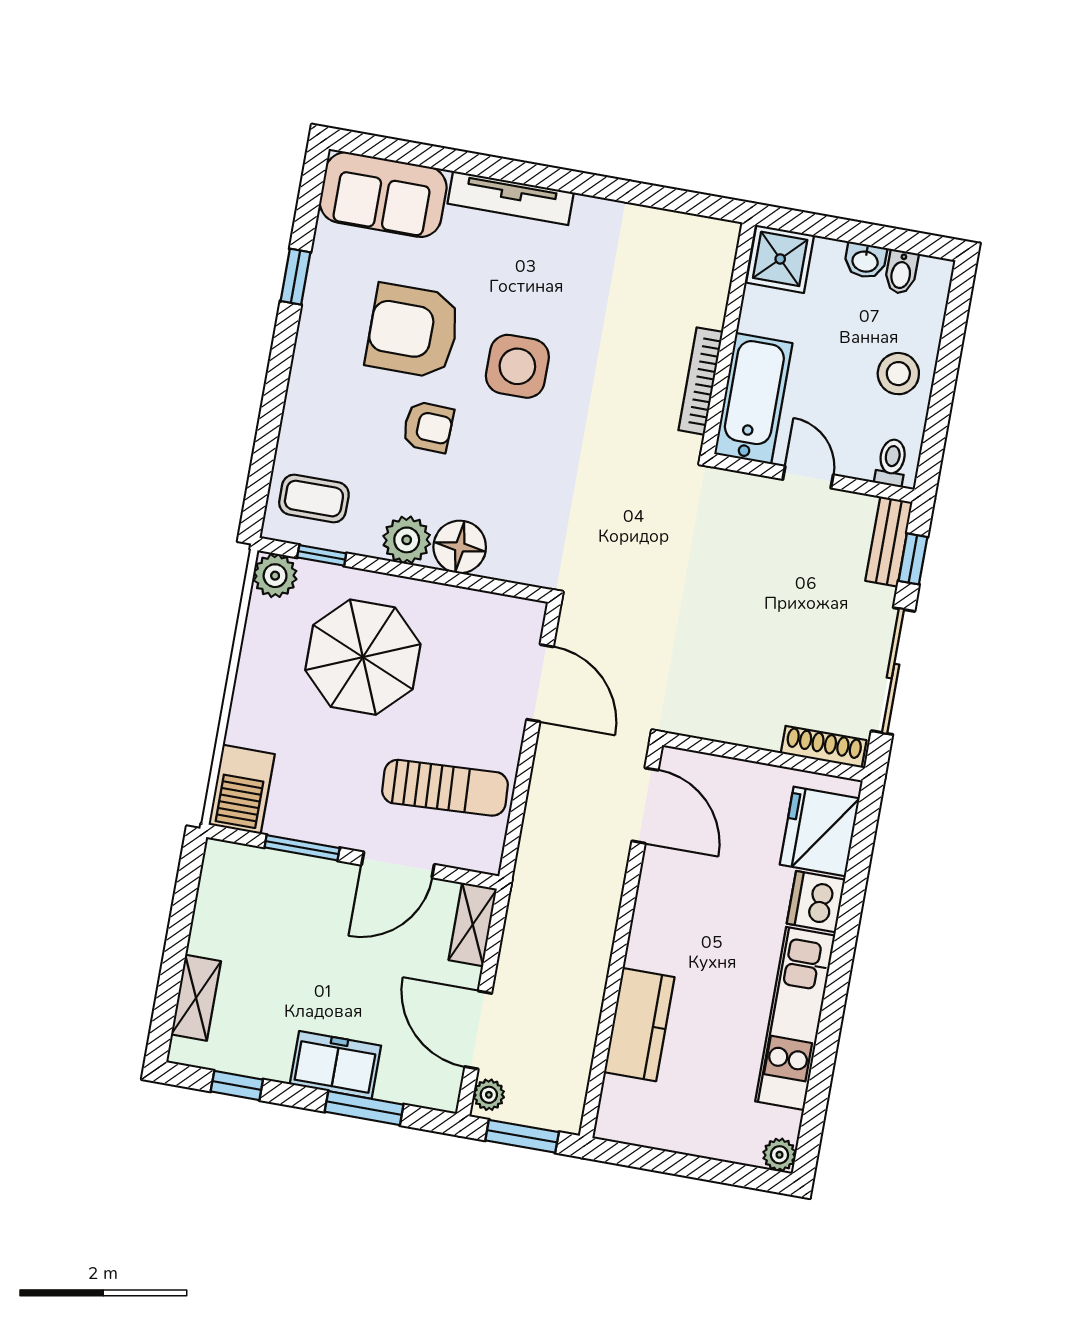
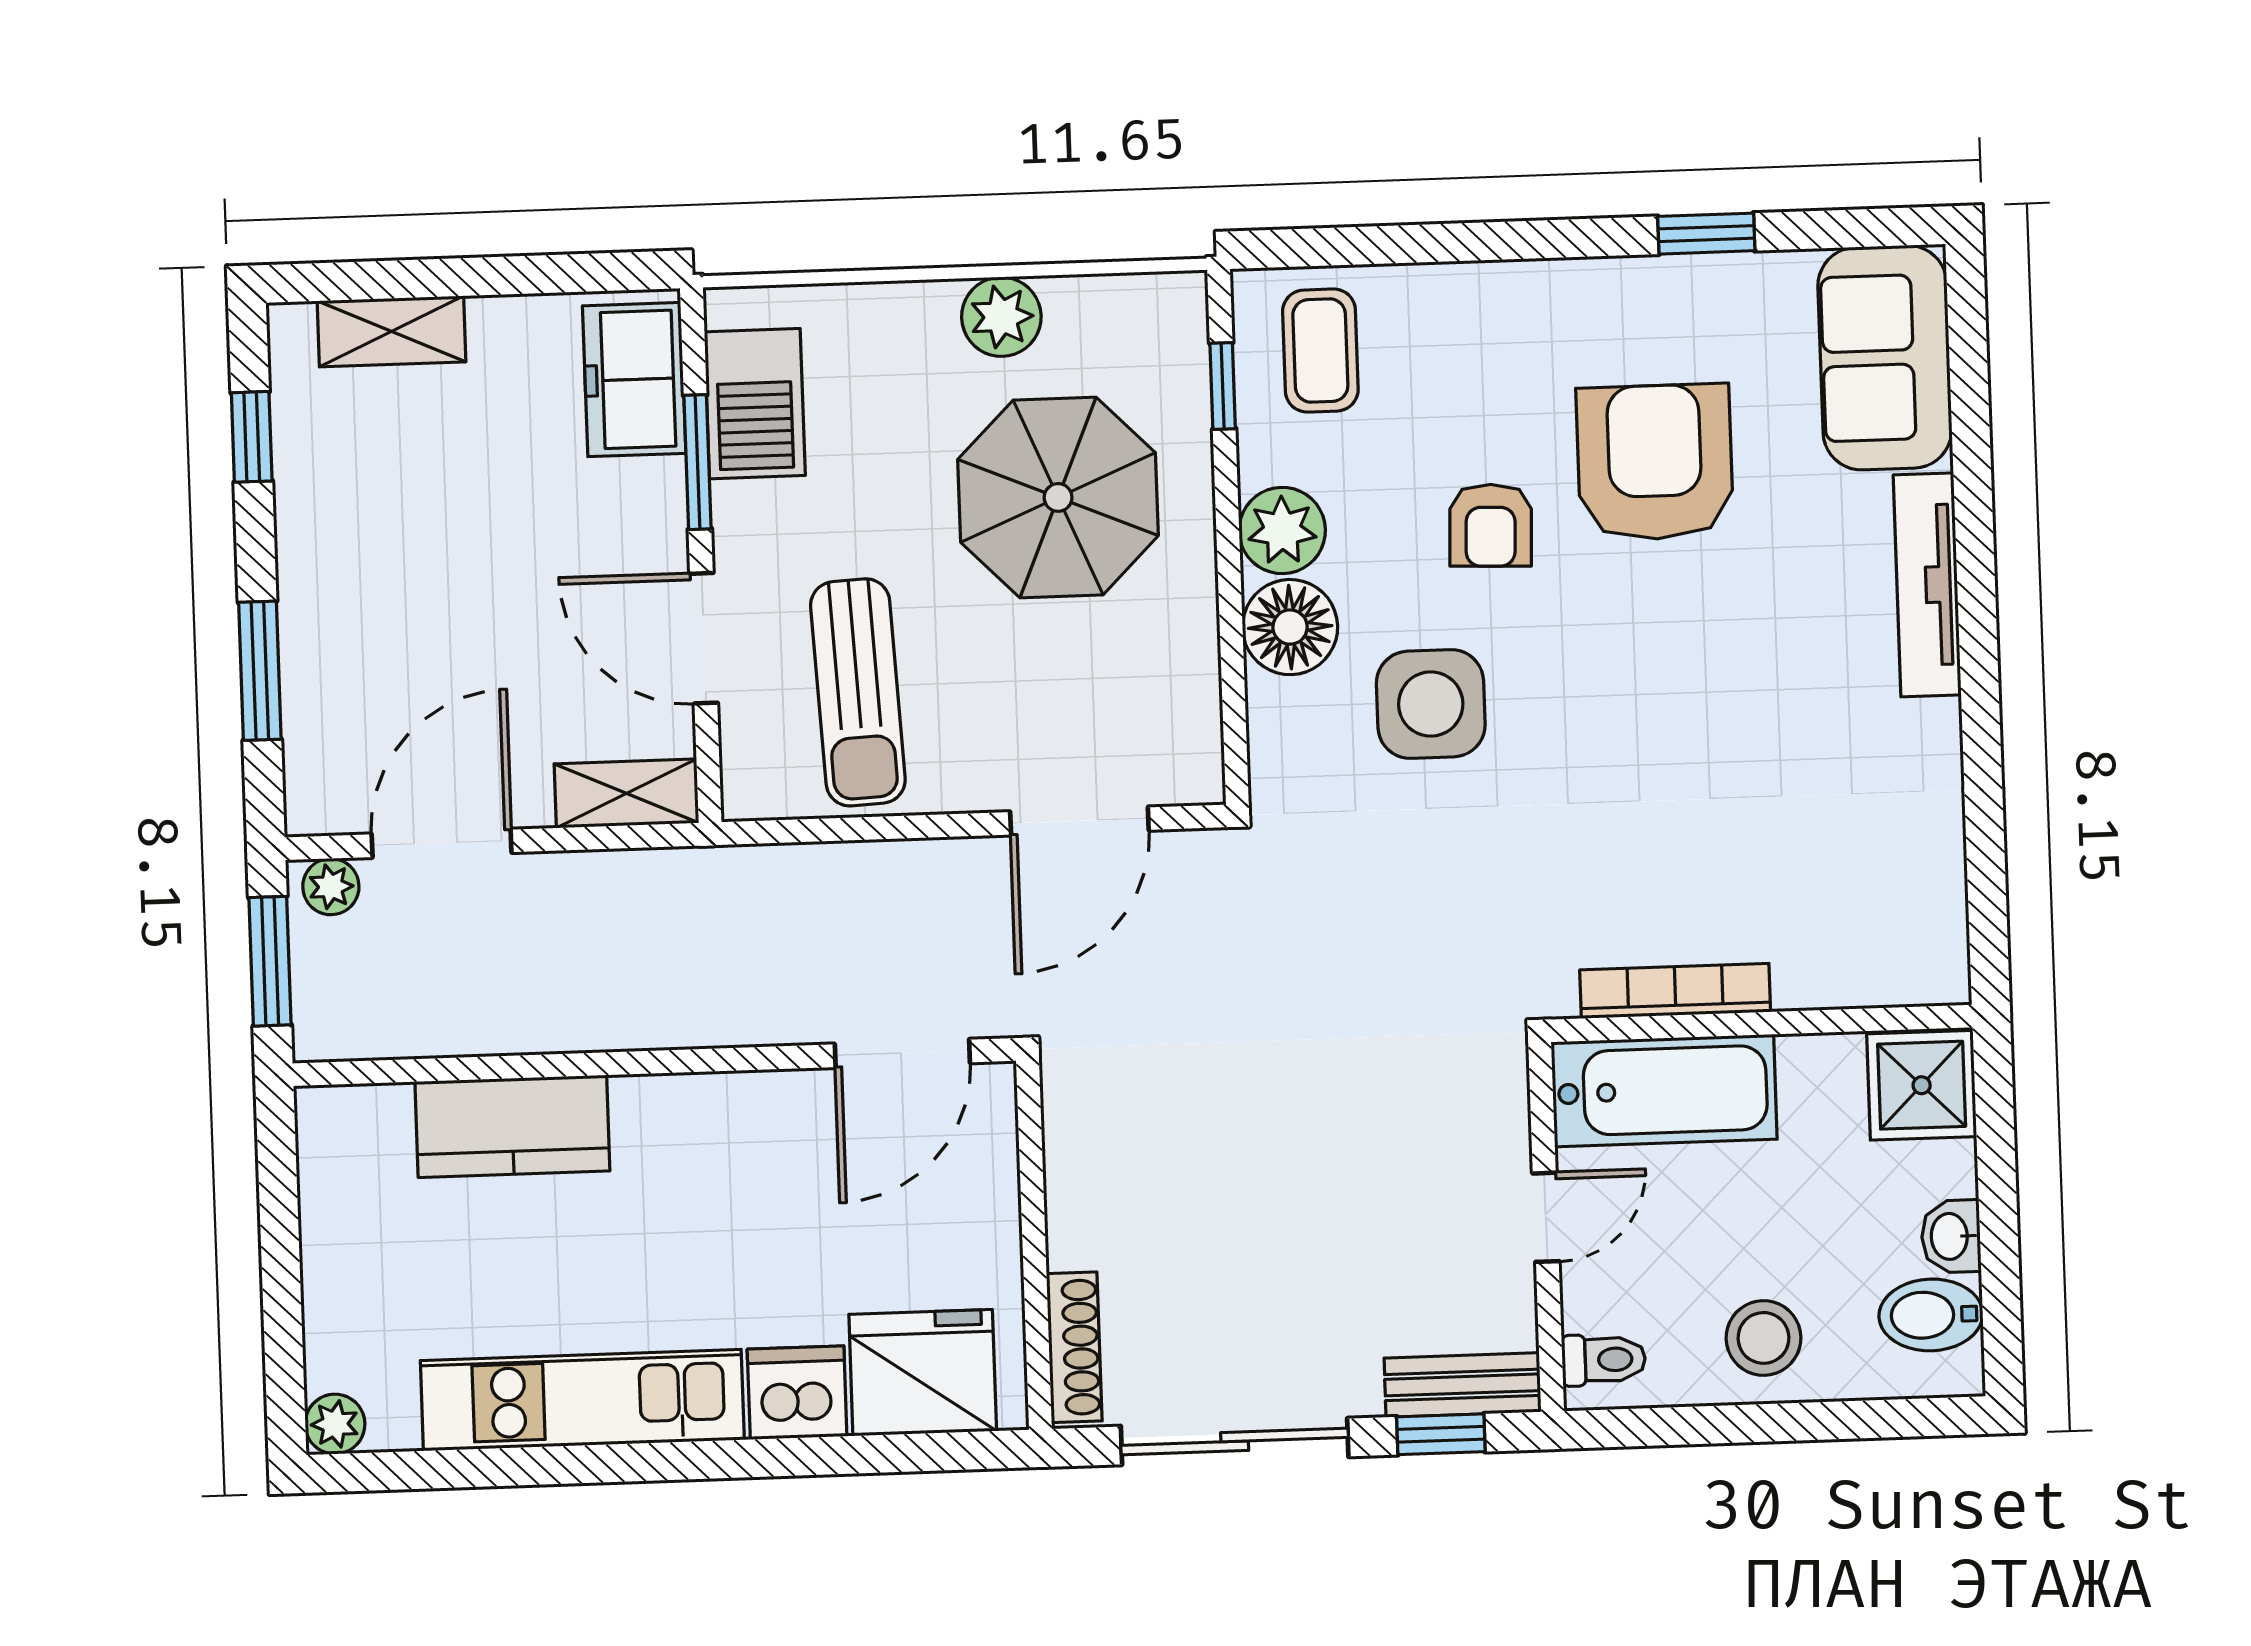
bidet: (901, 272) -> (1931, 1315), width x1.38, depth x1.36
side table: (517, 366) -> (1431, 704), moved
plant: (275, 576) -> (1001, 317), moved
barbecue: (242, 789) -> (755, 404), moved, turned -90
freezer: (335, 1065) -> (634, 380), moved, turned 180

